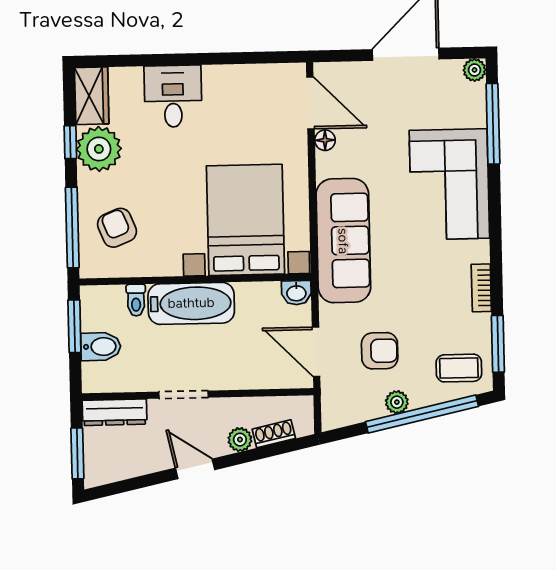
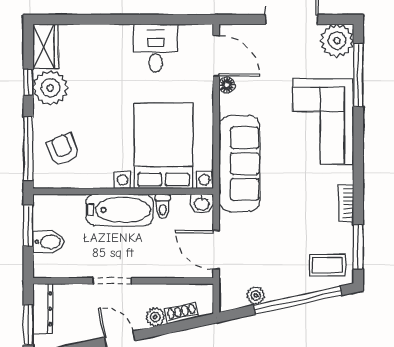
plant: (474, 70) -> (337, 41), width x1.88, depth x1.88
desk: (173, 96) -> (156, 48), moved
toilet: (136, 300) -> (163, 206), moved
armchair: (380, 351) -> (266, 250), removed
plant: (397, 402) -> (256, 295), moved
dresser: (115, 412) -> (43, 309), moved, turned -90

